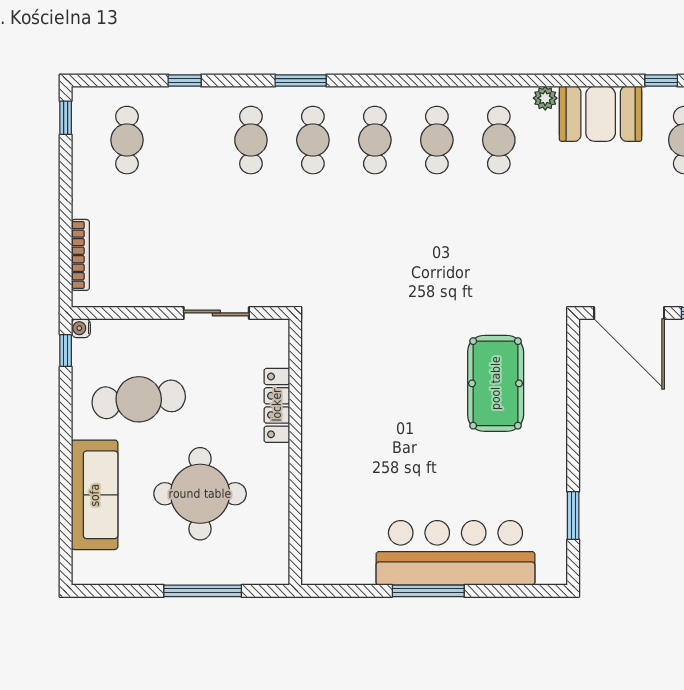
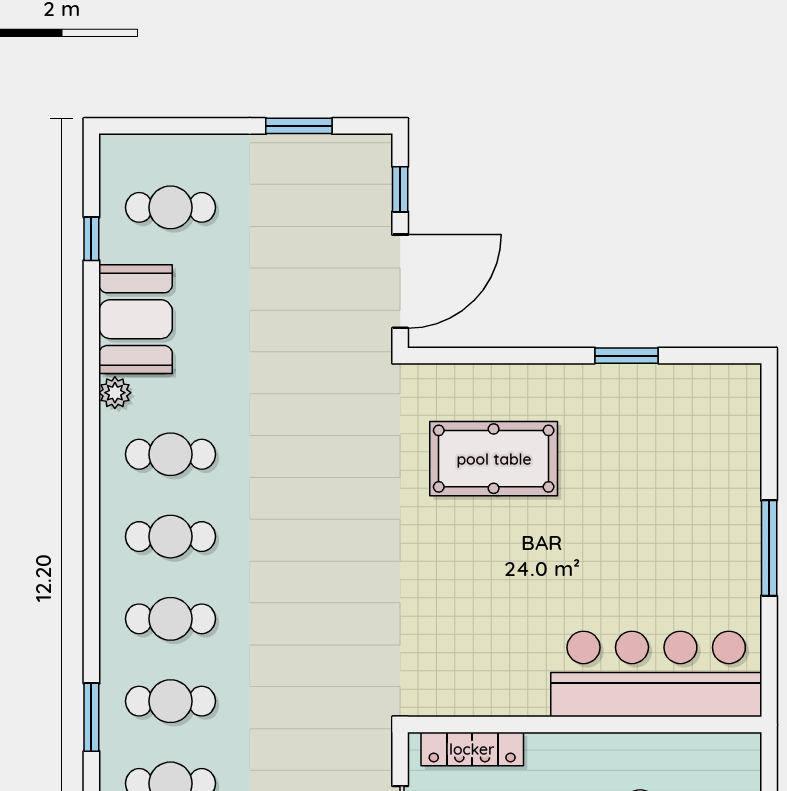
locker: (277, 405) -> (472, 749), moved
window: (573, 516) -> (627, 356), moved
bar counter: (455, 553) -> (656, 674), moved, turned 90

